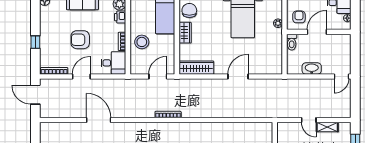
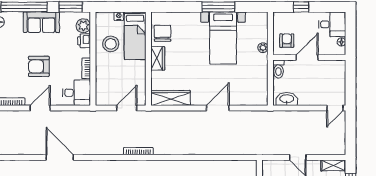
stool: (142, 42) -> (111, 44), moved
washbasin: (312, 69) -> (287, 99), moved
shelving: (327, 127) -> (333, 165), moved

